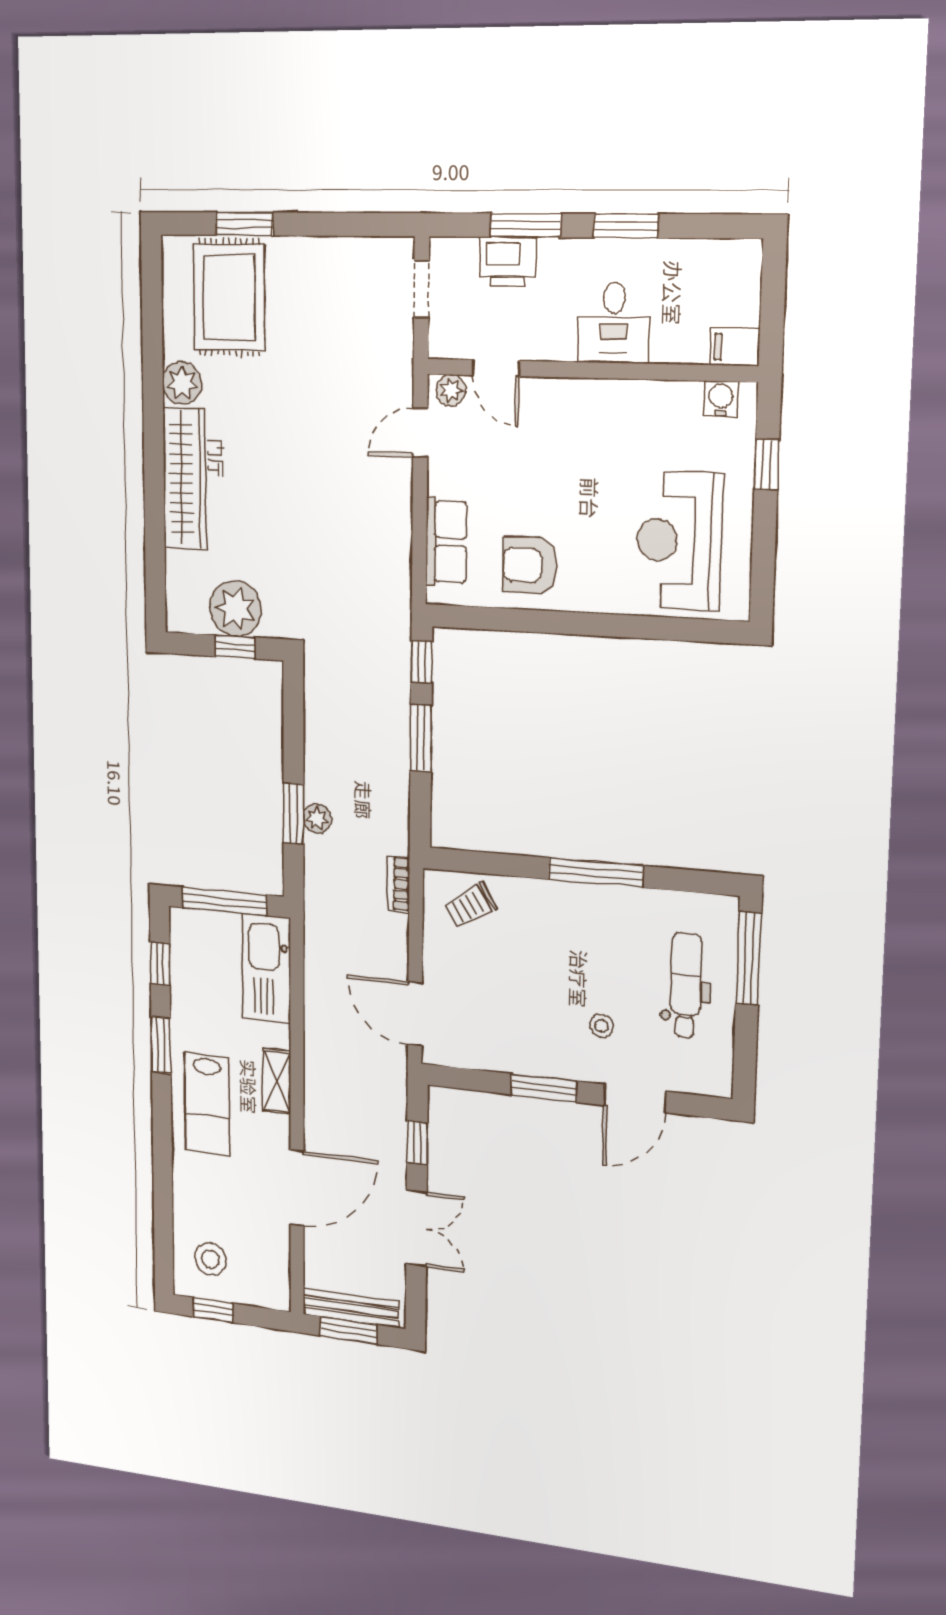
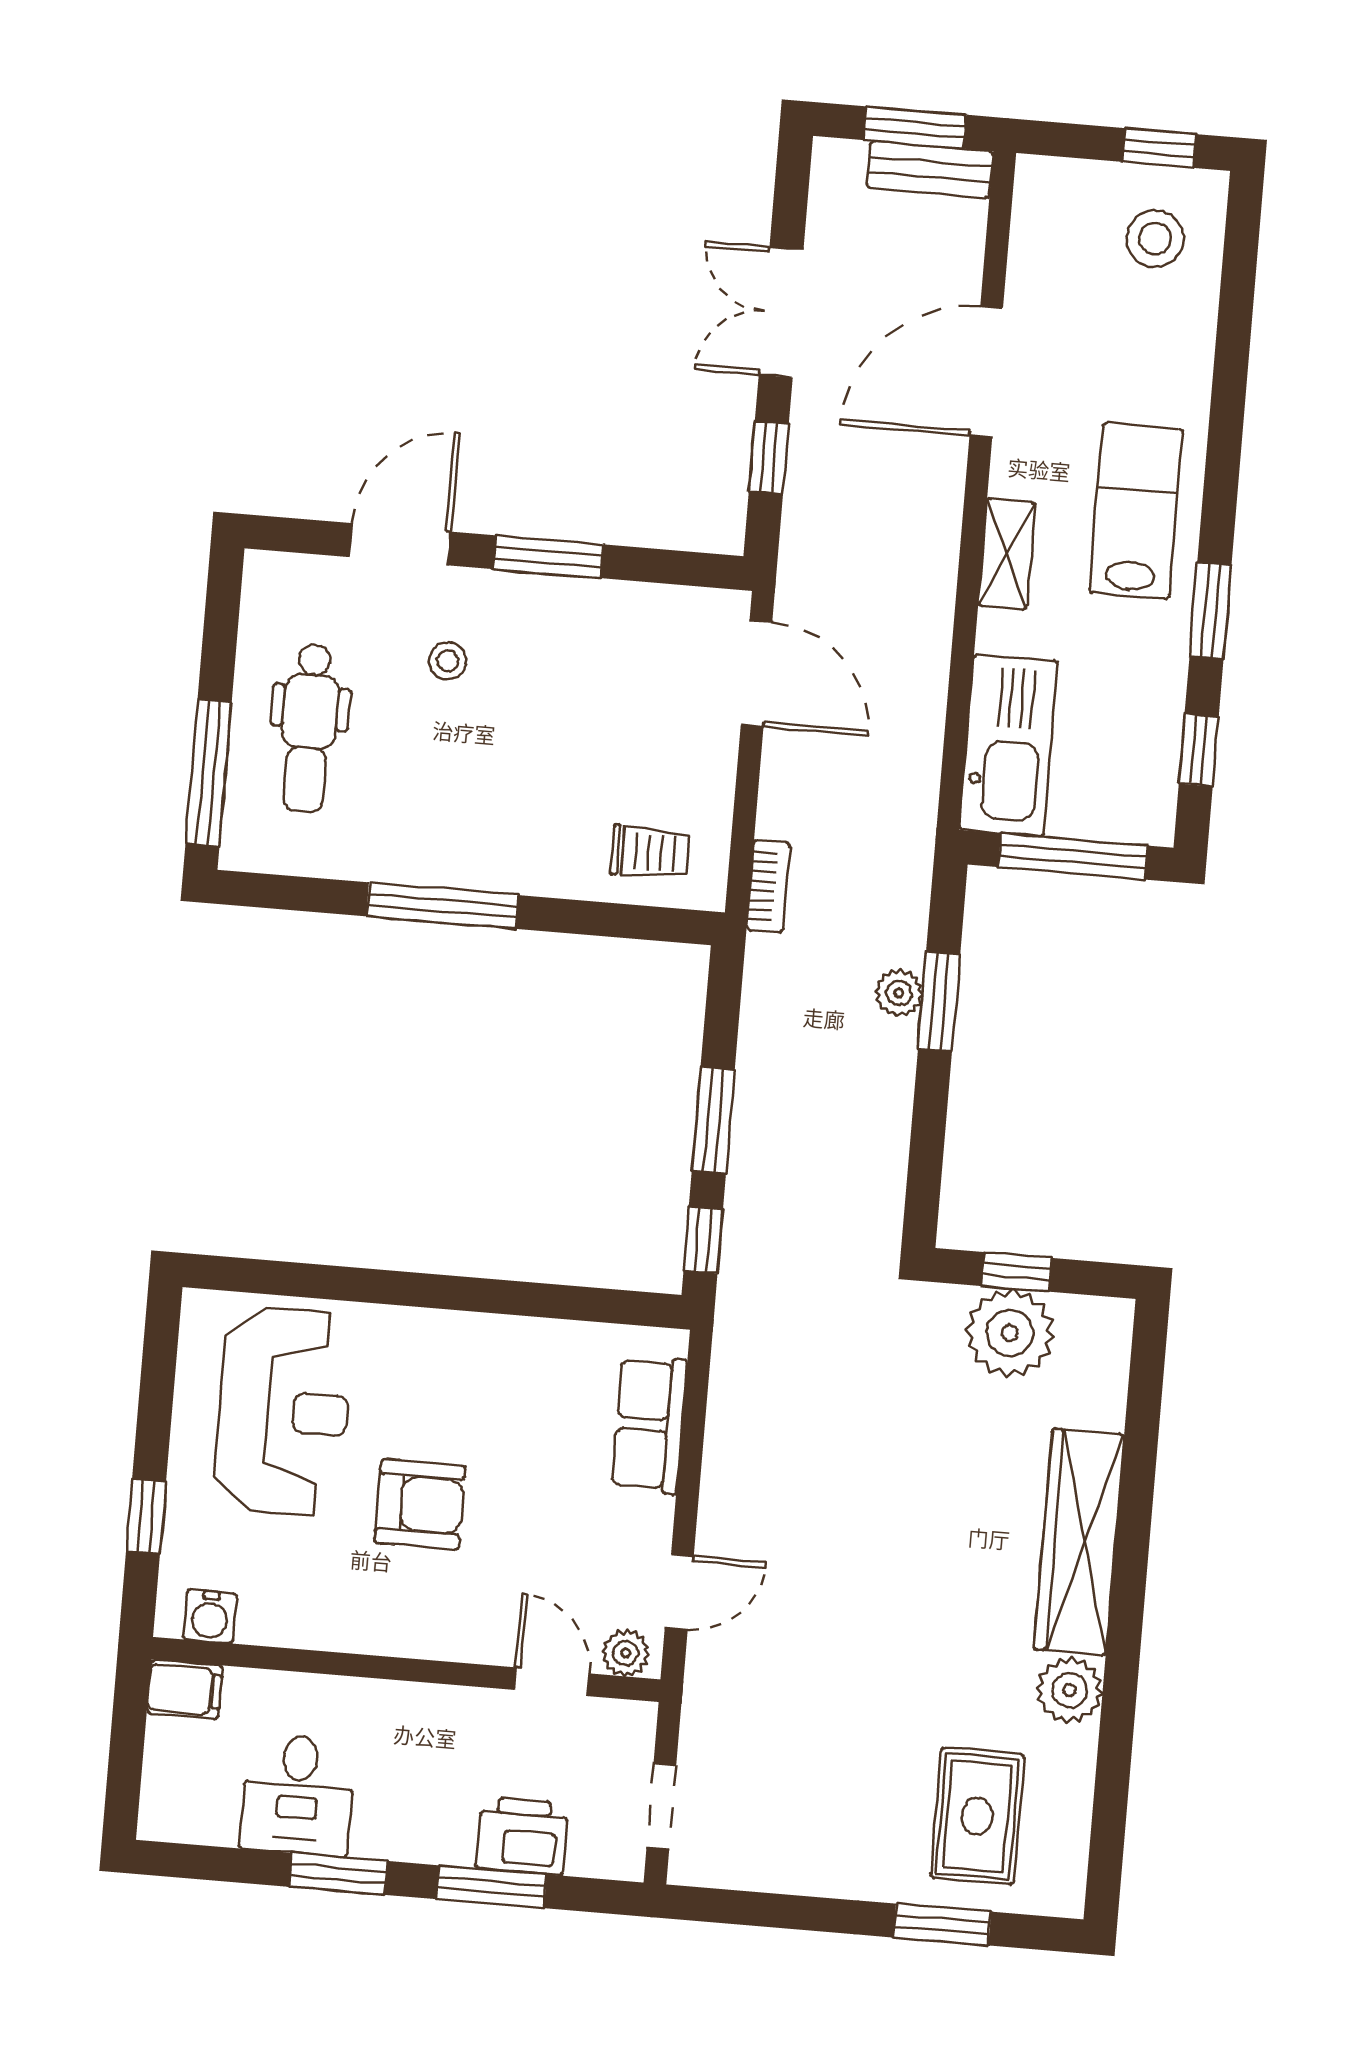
rug: (229, 297) -> (977, 1816), width x0.73, depth x0.70
desk: (614, 323) -> (298, 1795), moved, turned 180
armchair: (530, 565) -> (420, 1504), moved
trolley: (471, 905) -> (650, 852), turned 32
bench: (351, 1308) -> (930, 169), width x0.73

